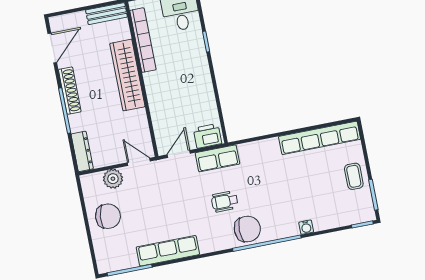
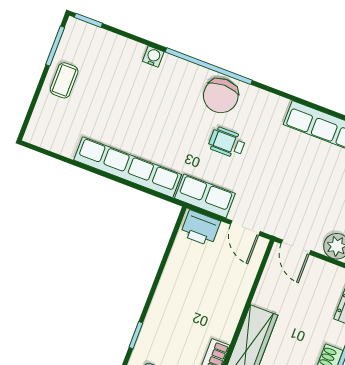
row of seats: (320, 138) -> (128, 167), moved
door: (179, 154) -> (245, 228), hinge flipped
wheelchair: (225, 201) -> (227, 142), turned 180
chair: (247, 229) -> (221, 96), turned -90

